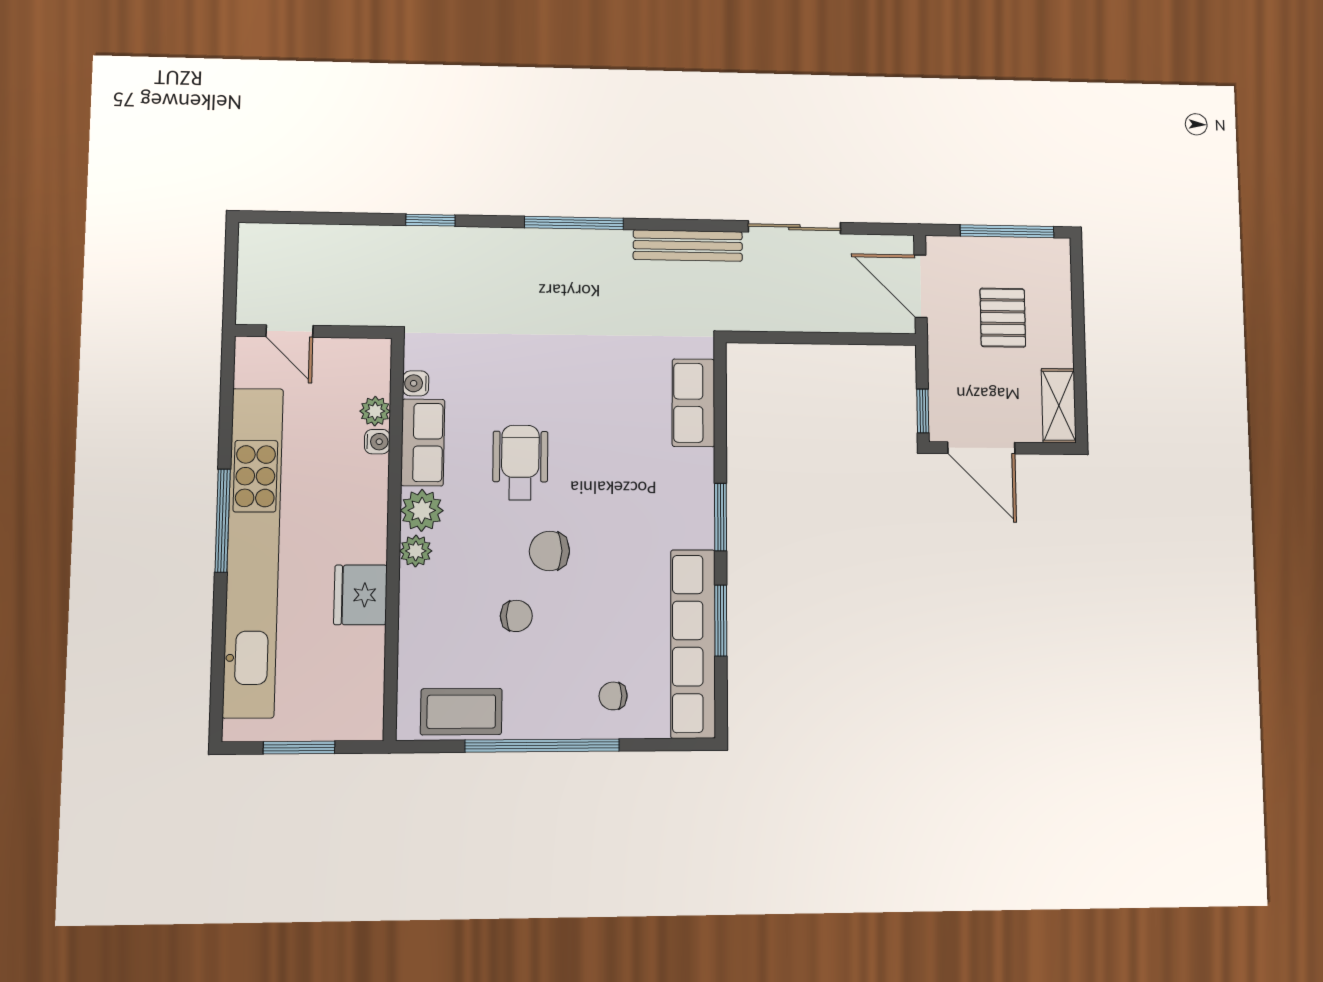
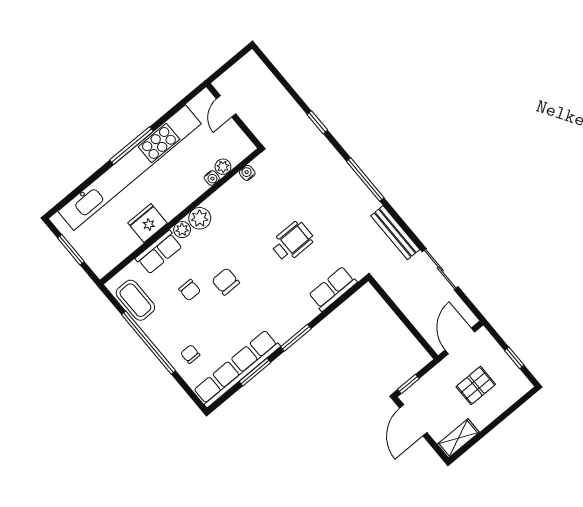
window: (1007, 231) -> (514, 358), width x0.46
row of seats: (423, 442) -> (159, 252), moved
wheelchair: (520, 463) -> (292, 241), moved

